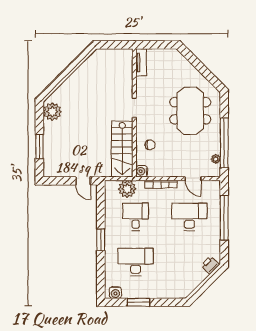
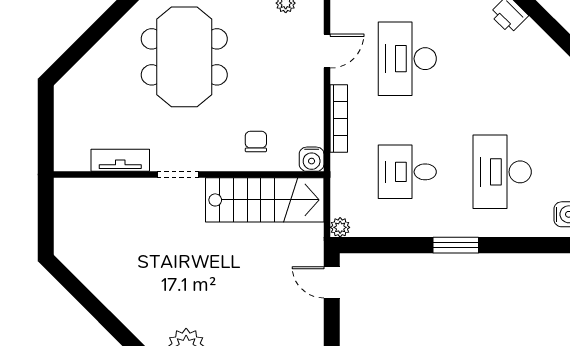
tv unit: (141, 62) -> (120, 160), moved
meeting table: (190, 111) -> (184, 57), turned 90
door: (83, 181) -> (332, 282), swing flipped
plant: (127, 189) -> (340, 227), moved, width x0.53, depth x0.53

